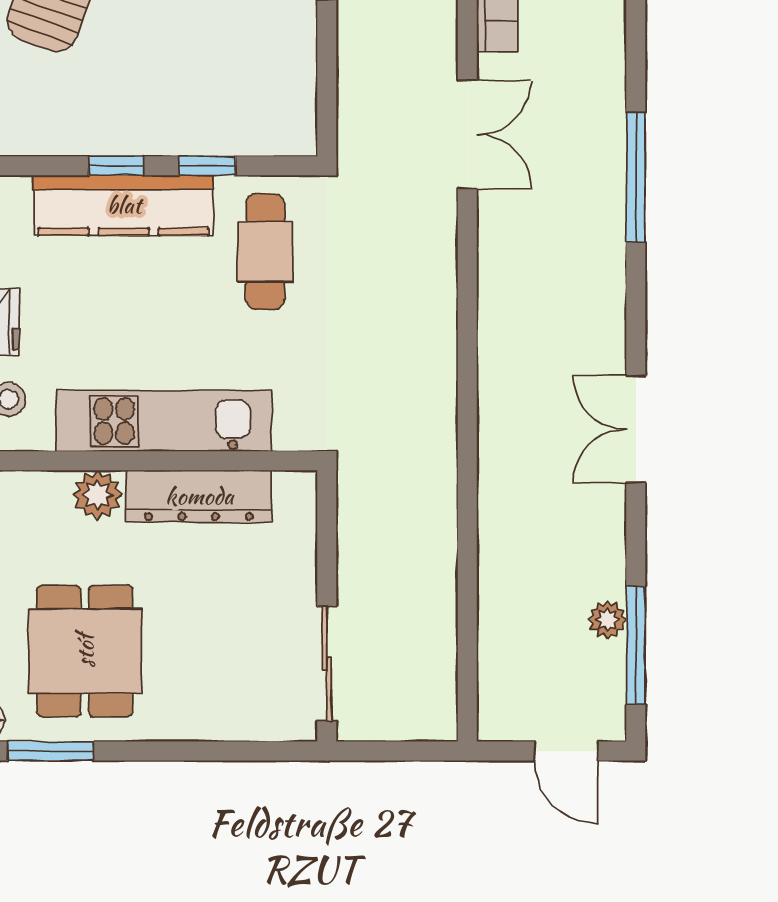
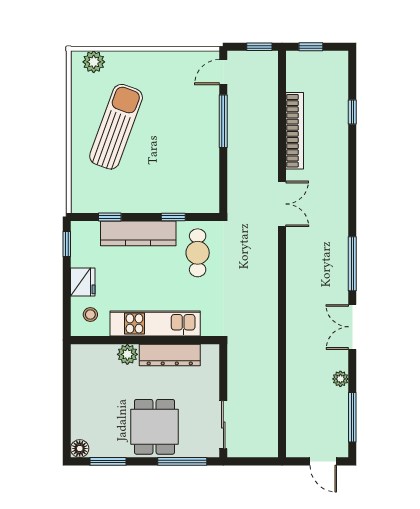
window: (116, 166) -> (110, 217), moved
window: (636, 177) -> (352, 264), moved
plant: (607, 620) -> (340, 379), moved
dining table: (85, 651) -> (154, 427), moved
window: (228, 751) -> (182, 461), added

